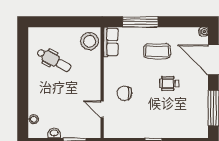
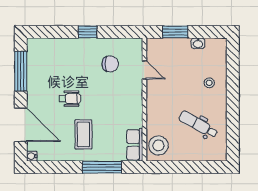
coffee table: (157, 51) -> (83, 134), turned 90
chair: (124, 93) -> (110, 64), moved
stool: (34, 119) -> (209, 83), moved

